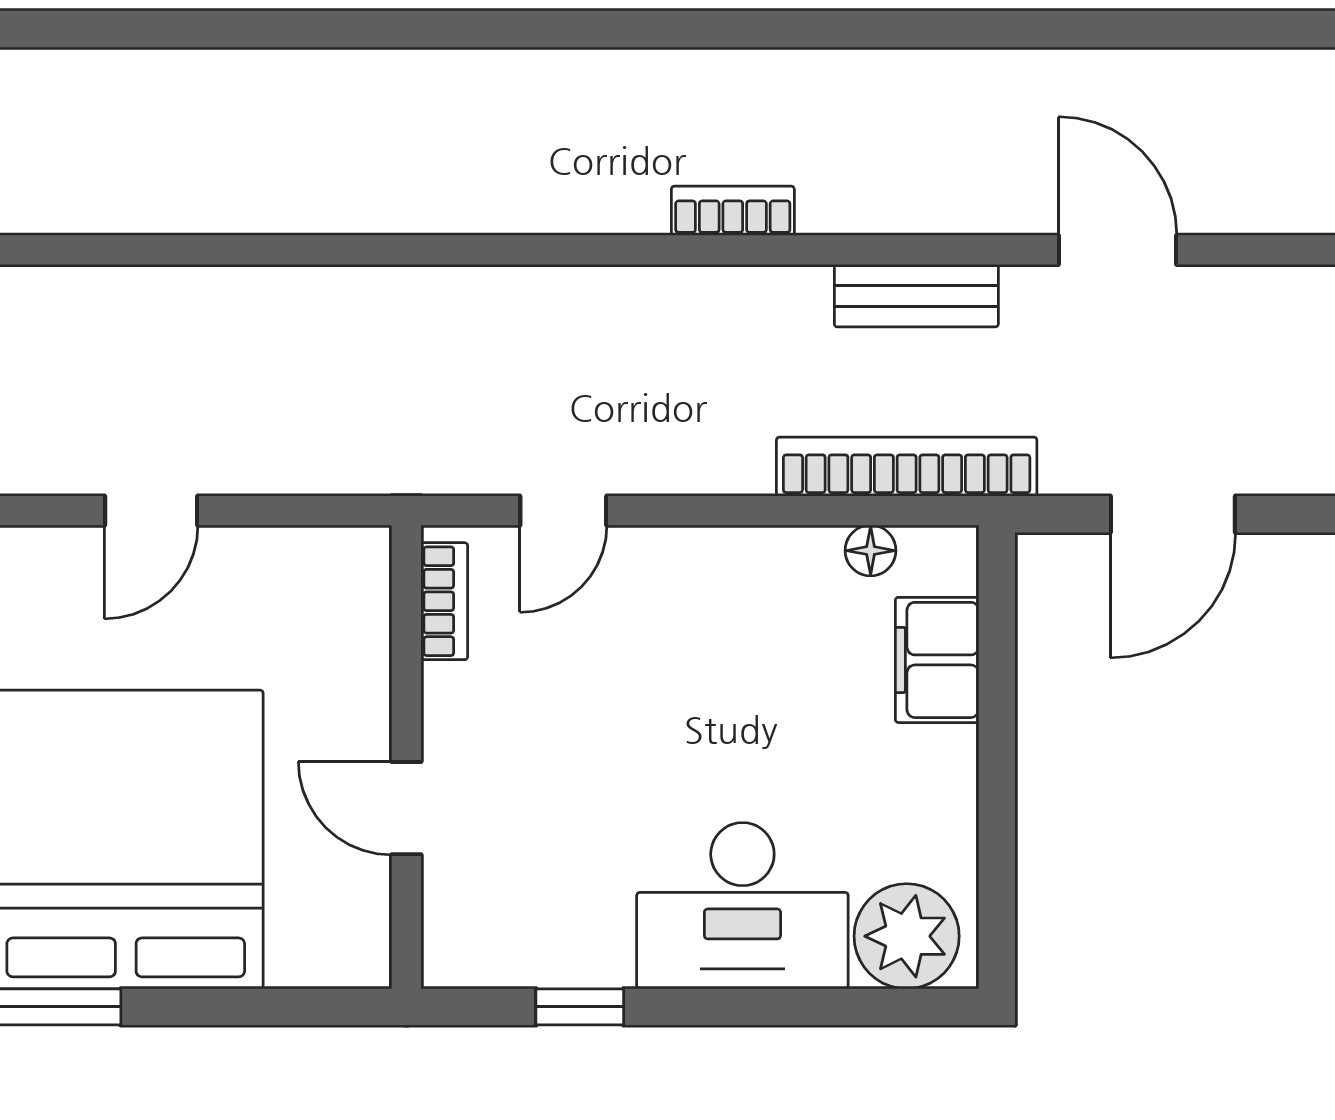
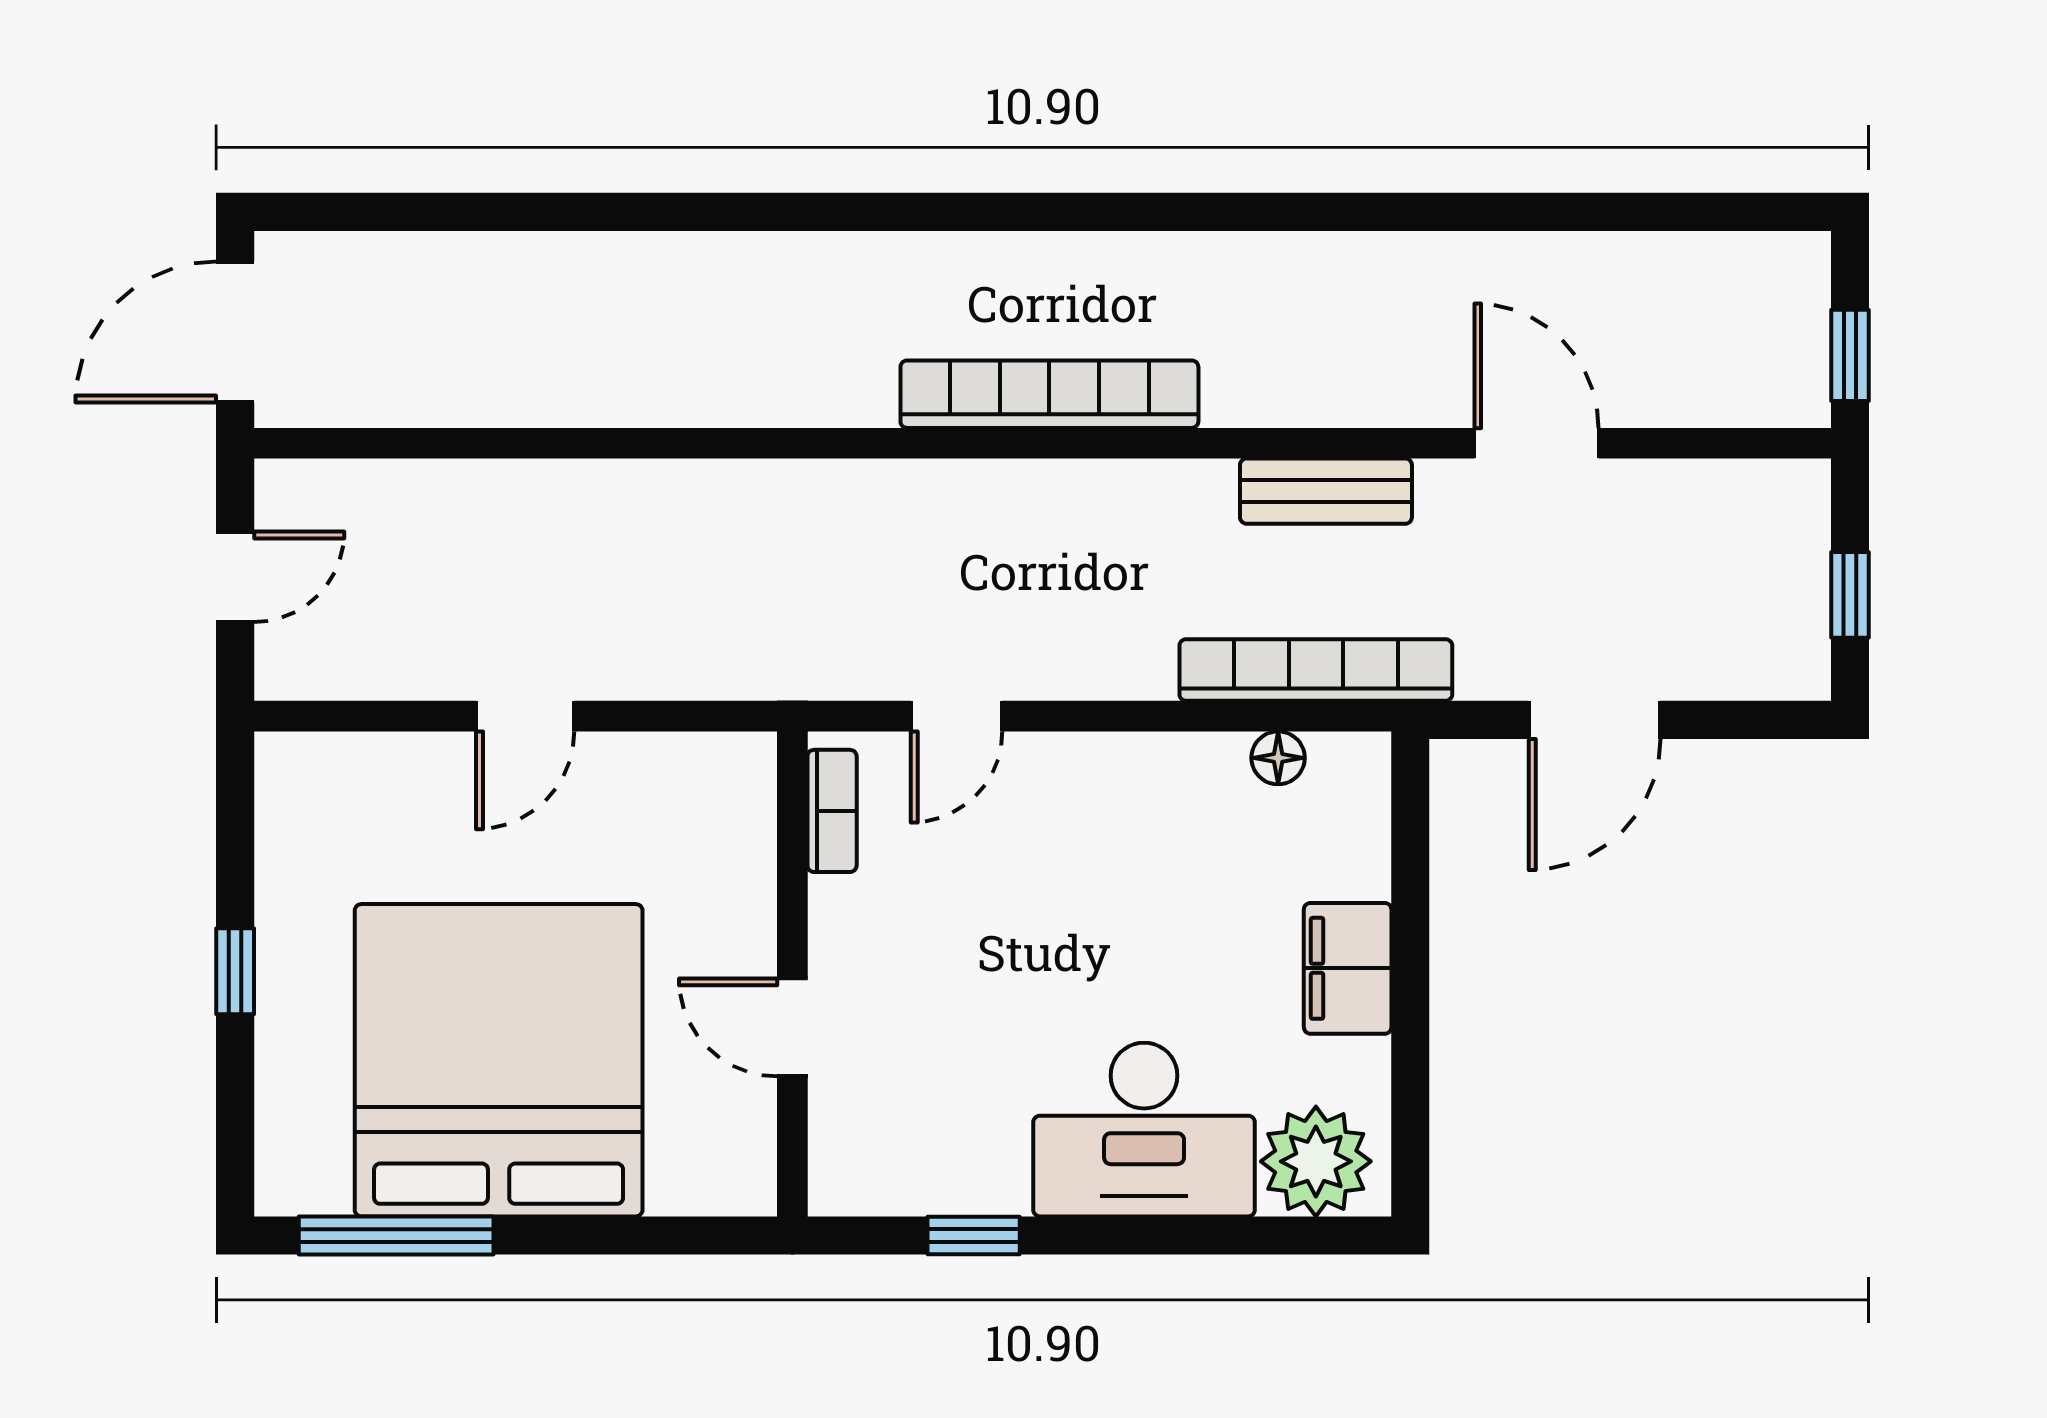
bookcase: (733, 211) -> (1049, 394), width x2.31, depth x1.31
filing cabinet: (937, 660) -> (1348, 968), moved

